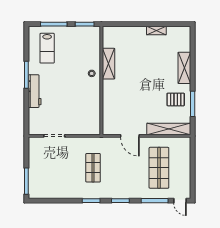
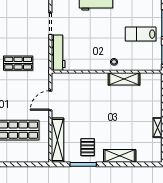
lab bench: (47, 48) -> (141, 34), moved
workbench: (83, 128) -> (58, 53), added

